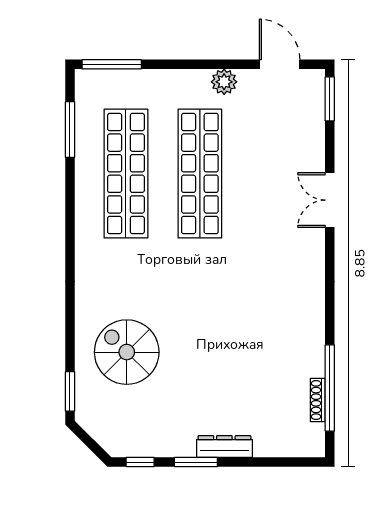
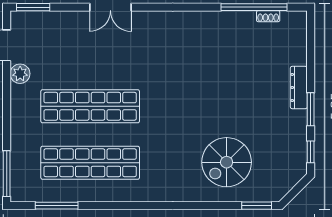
plant: (224, 82) -> (20, 74), moved
shoe rack: (318, 400) -> (268, 16), width x0.70

